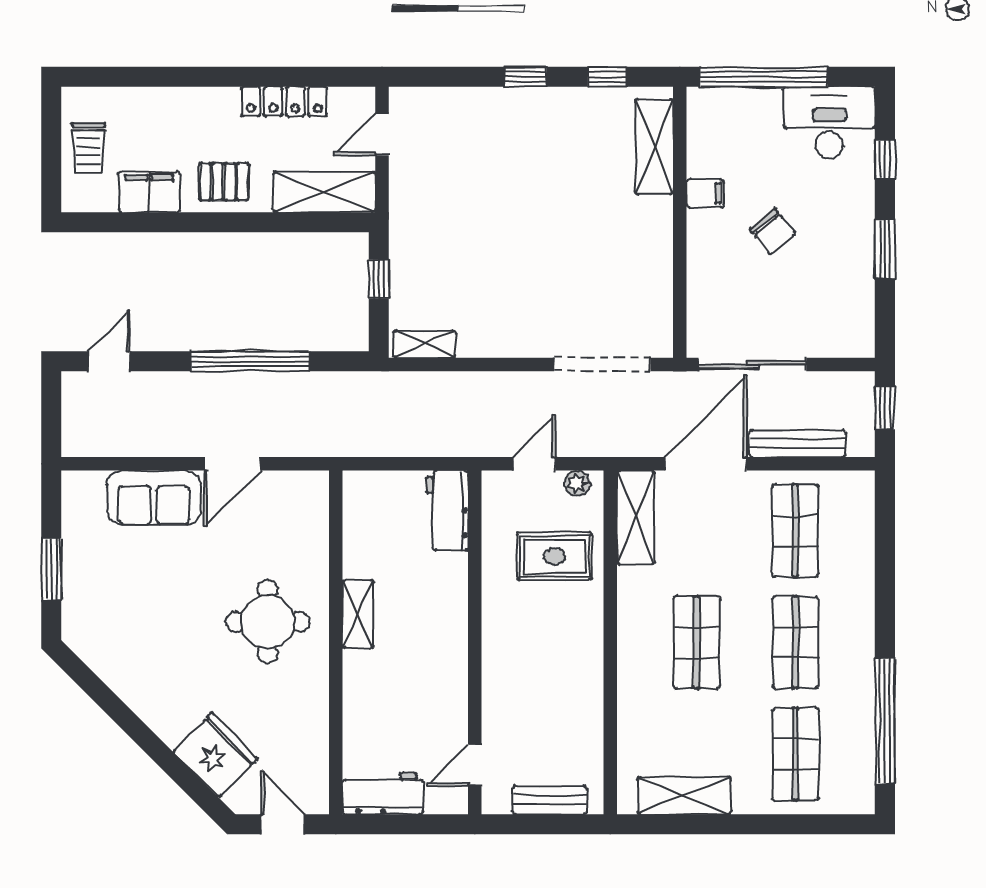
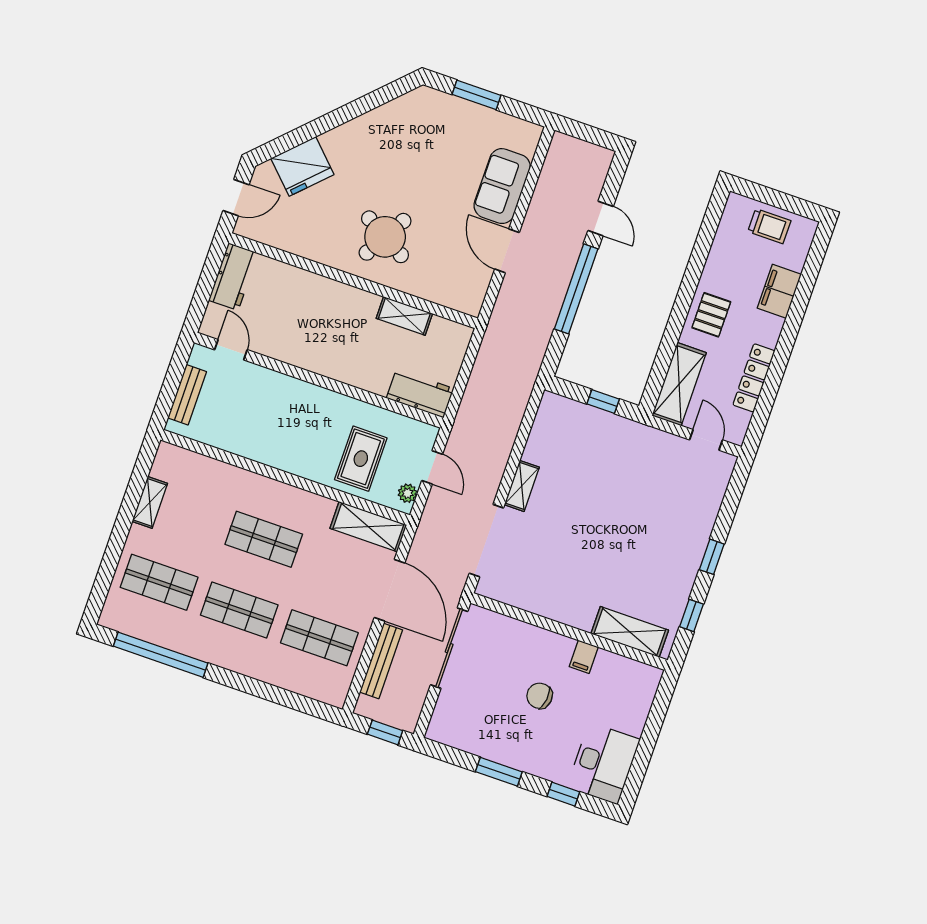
window: (764, 77) -> (653, 728), removed
trolley: (89, 148) -> (769, 226), turned 180
filing cabinet: (149, 192) -> (779, 291), moved, turned 180
chair: (773, 231) -> (540, 696), turned 46
shelving: (424, 344) -> (522, 486), moved
door: (109, 361) -> (601, 218), moved
shelving: (358, 614) -> (404, 316), moved
round table: (268, 622) -> (385, 237), turned 30
shelving: (684, 796) -> (150, 502), width x0.67, depth x0.75

